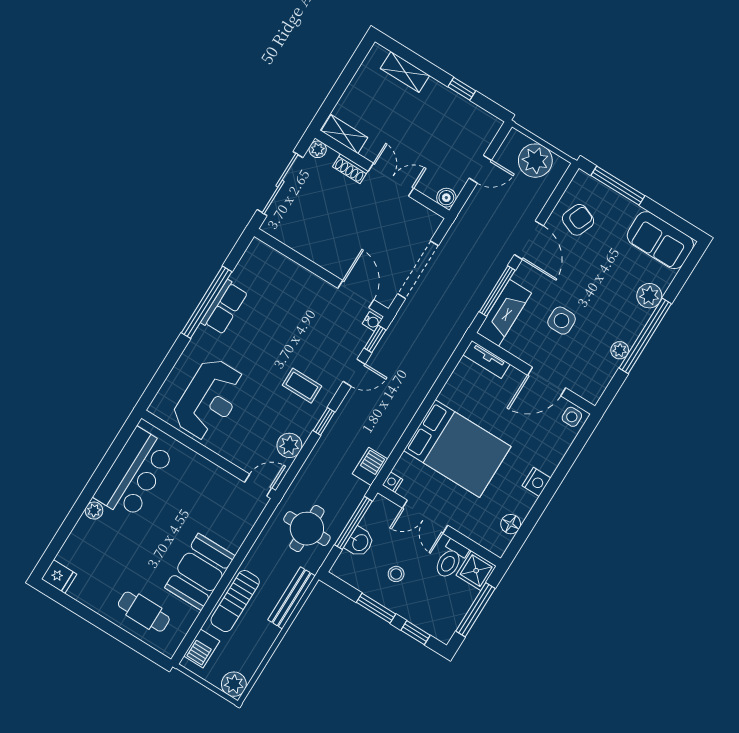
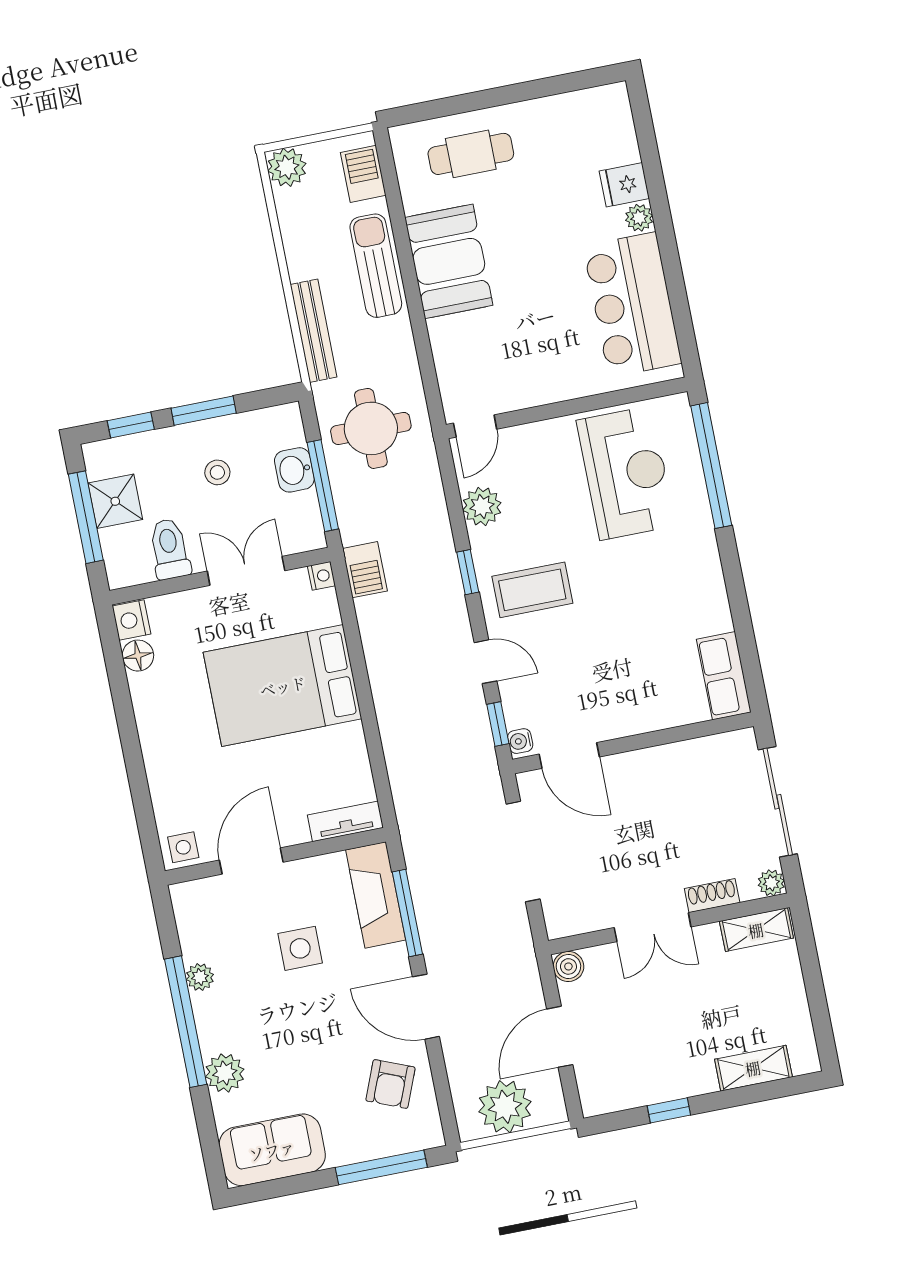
door: (480, 169) -> (560, 1037), width x1.38
window: (207, 302) -> (711, 466), moved
row of seats: (224, 307) -> (724, 676), moved
door: (354, 373) -> (485, 662), swing flipped
coffee table: (302, 386) -> (532, 590), width x1.36, depth x1.30
reception desk: (209, 399) -> (626, 473), turned 180
nightstand: (536, 482) -> (132, 620), moved
shower: (476, 571) -> (115, 501), moved
fridge: (59, 577) -> (624, 185), moved

